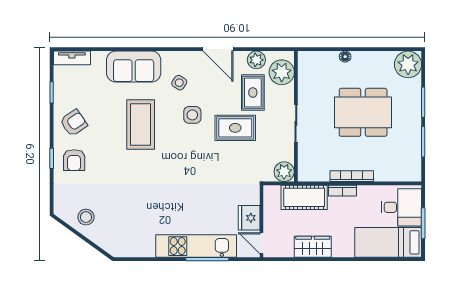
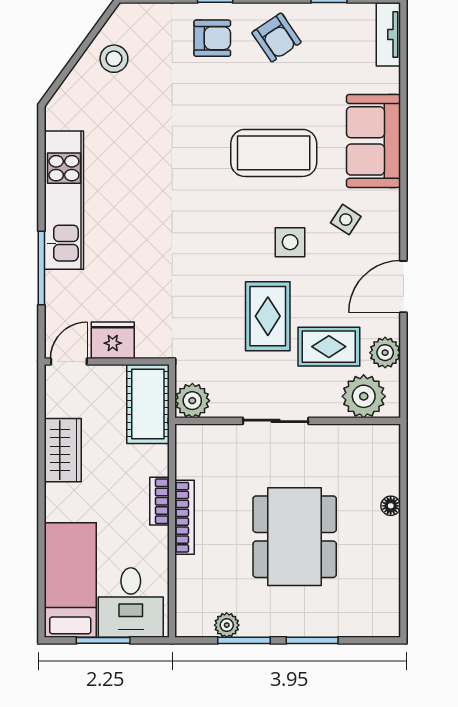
plant: (408, 64) -> (227, 625), moved, width x0.53, depth x0.53
armchair: (74, 160) -> (212, 38), turned 180
cot: (304, 197) -> (148, 404), moved
kitchen unit: (196, 246) -> (64, 200), moved

